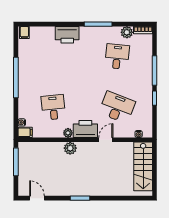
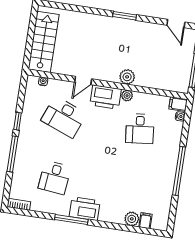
plant: (127, 32) -> (132, 219), moved
filing cabinet: (24, 33) -> (145, 221), moved
printer: (67, 35) -> (85, 209), moved

